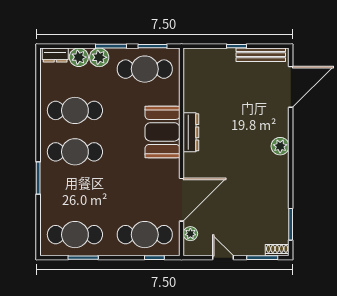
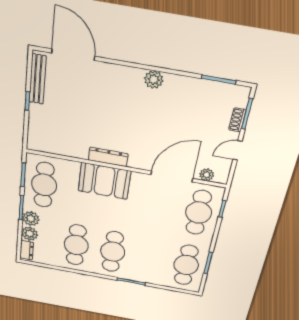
plant: (280, 146) -> (154, 79), moved
door: (182, 200) -> (172, 177), hinge flipped
shoe rack: (277, 250) -> (237, 120), moved

